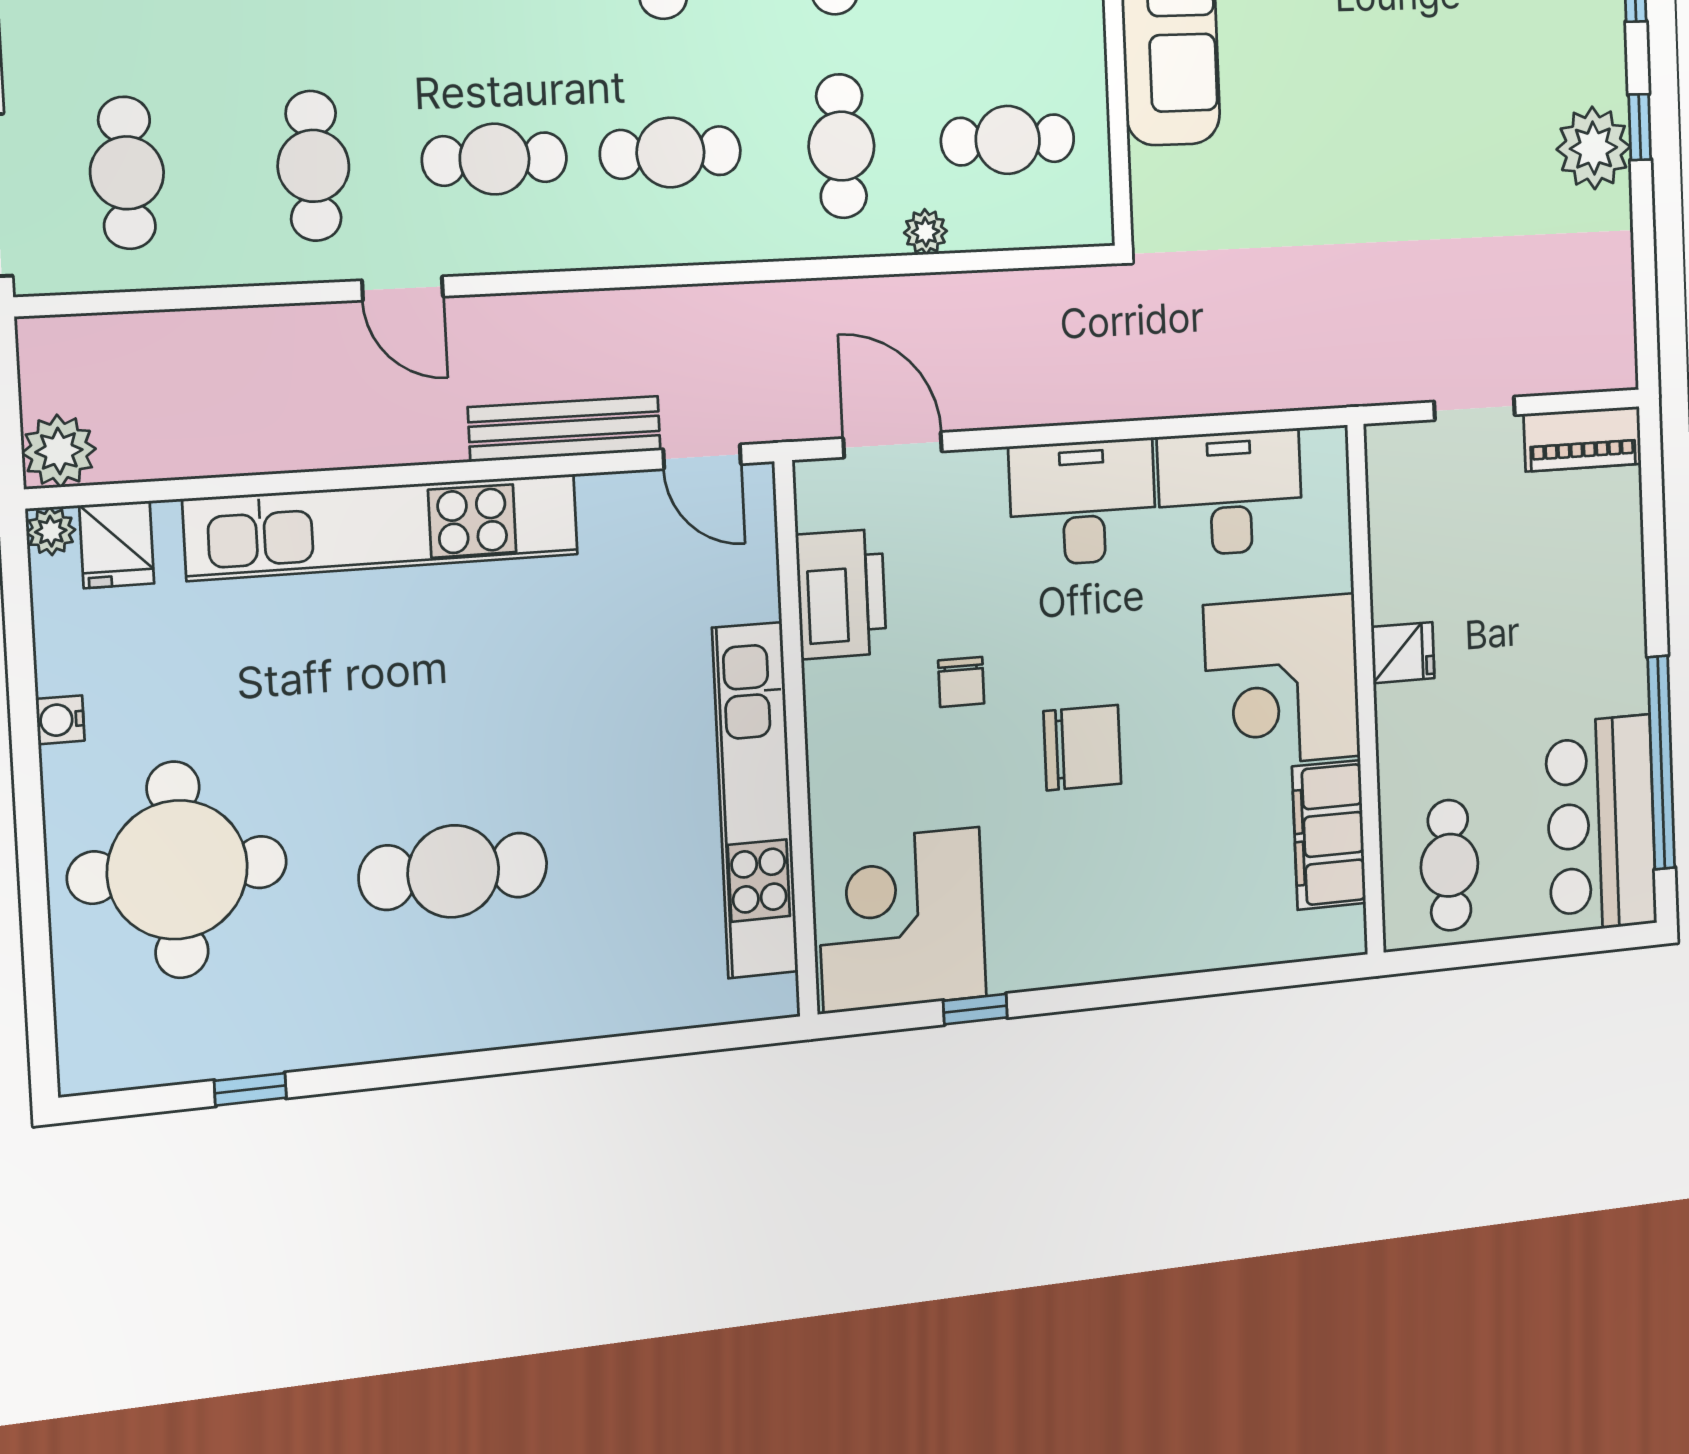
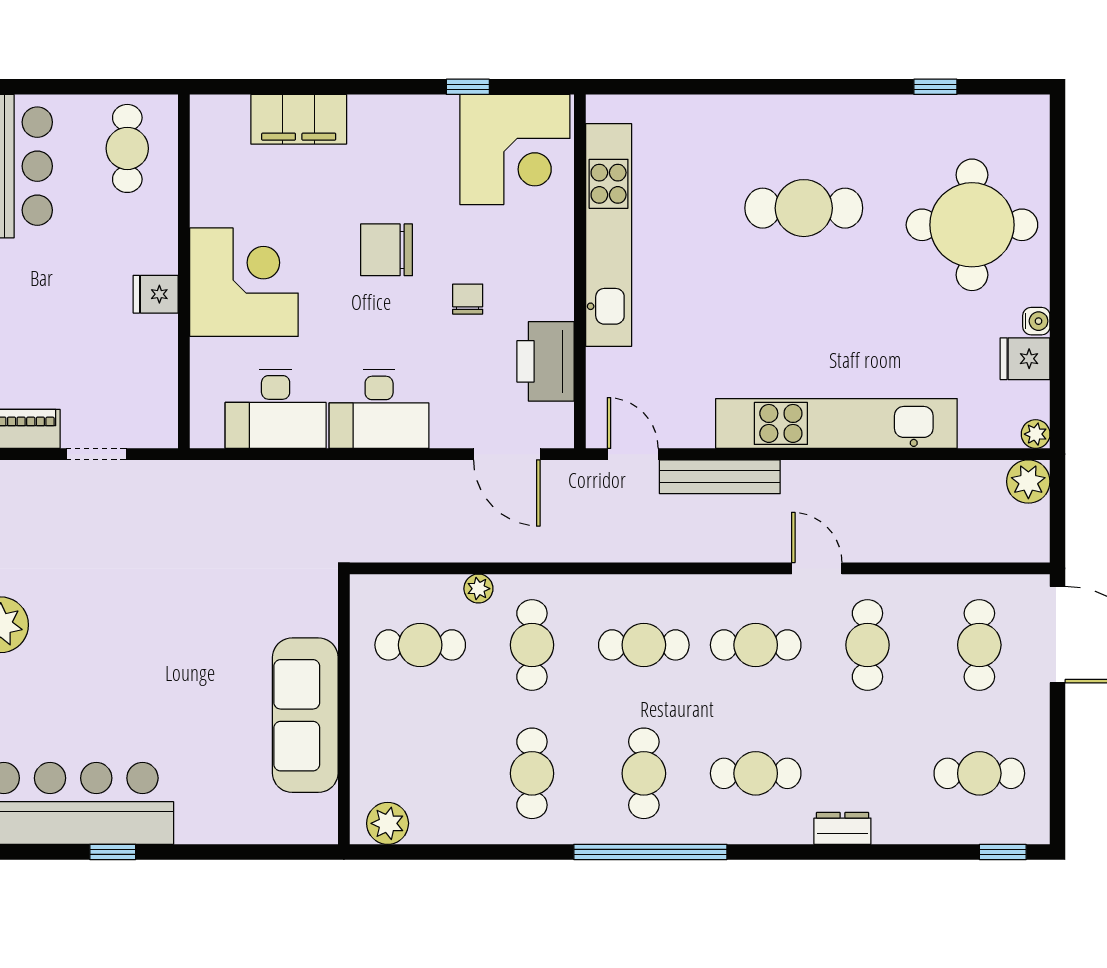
fridge: (117, 545) -> (1025, 359), moved, turned -90
filing cabinet: (1329, 835) -> (299, 119), moved, turned 90

